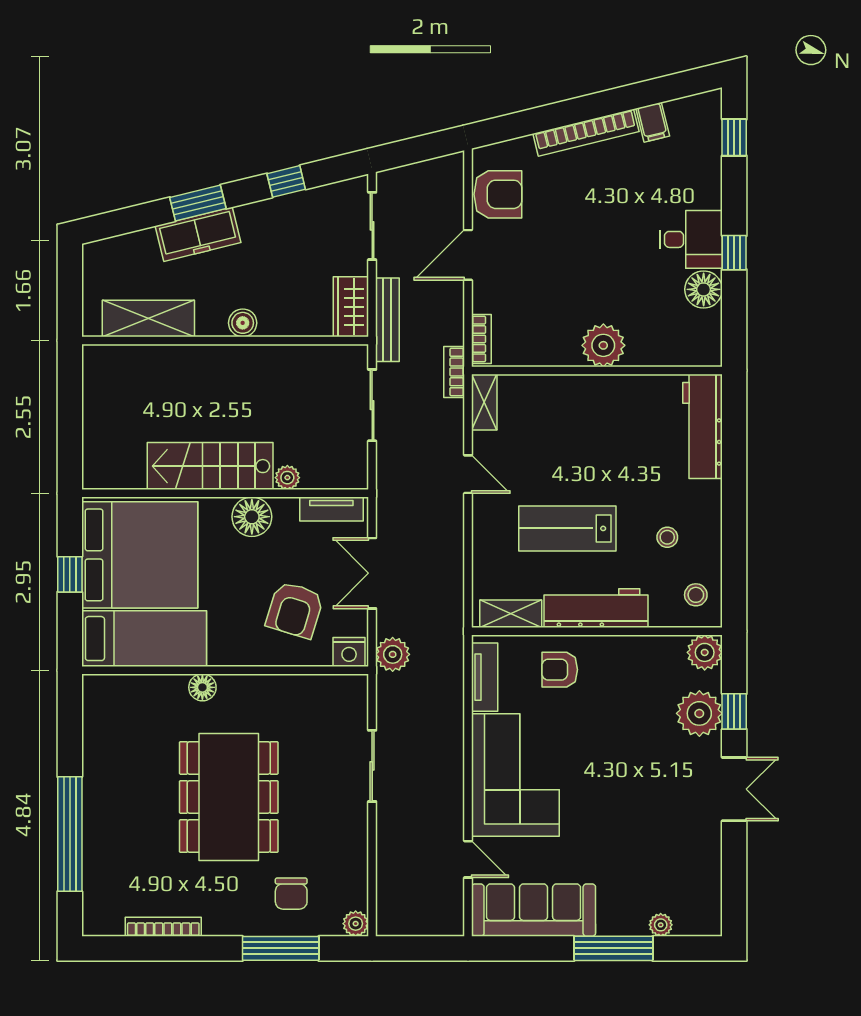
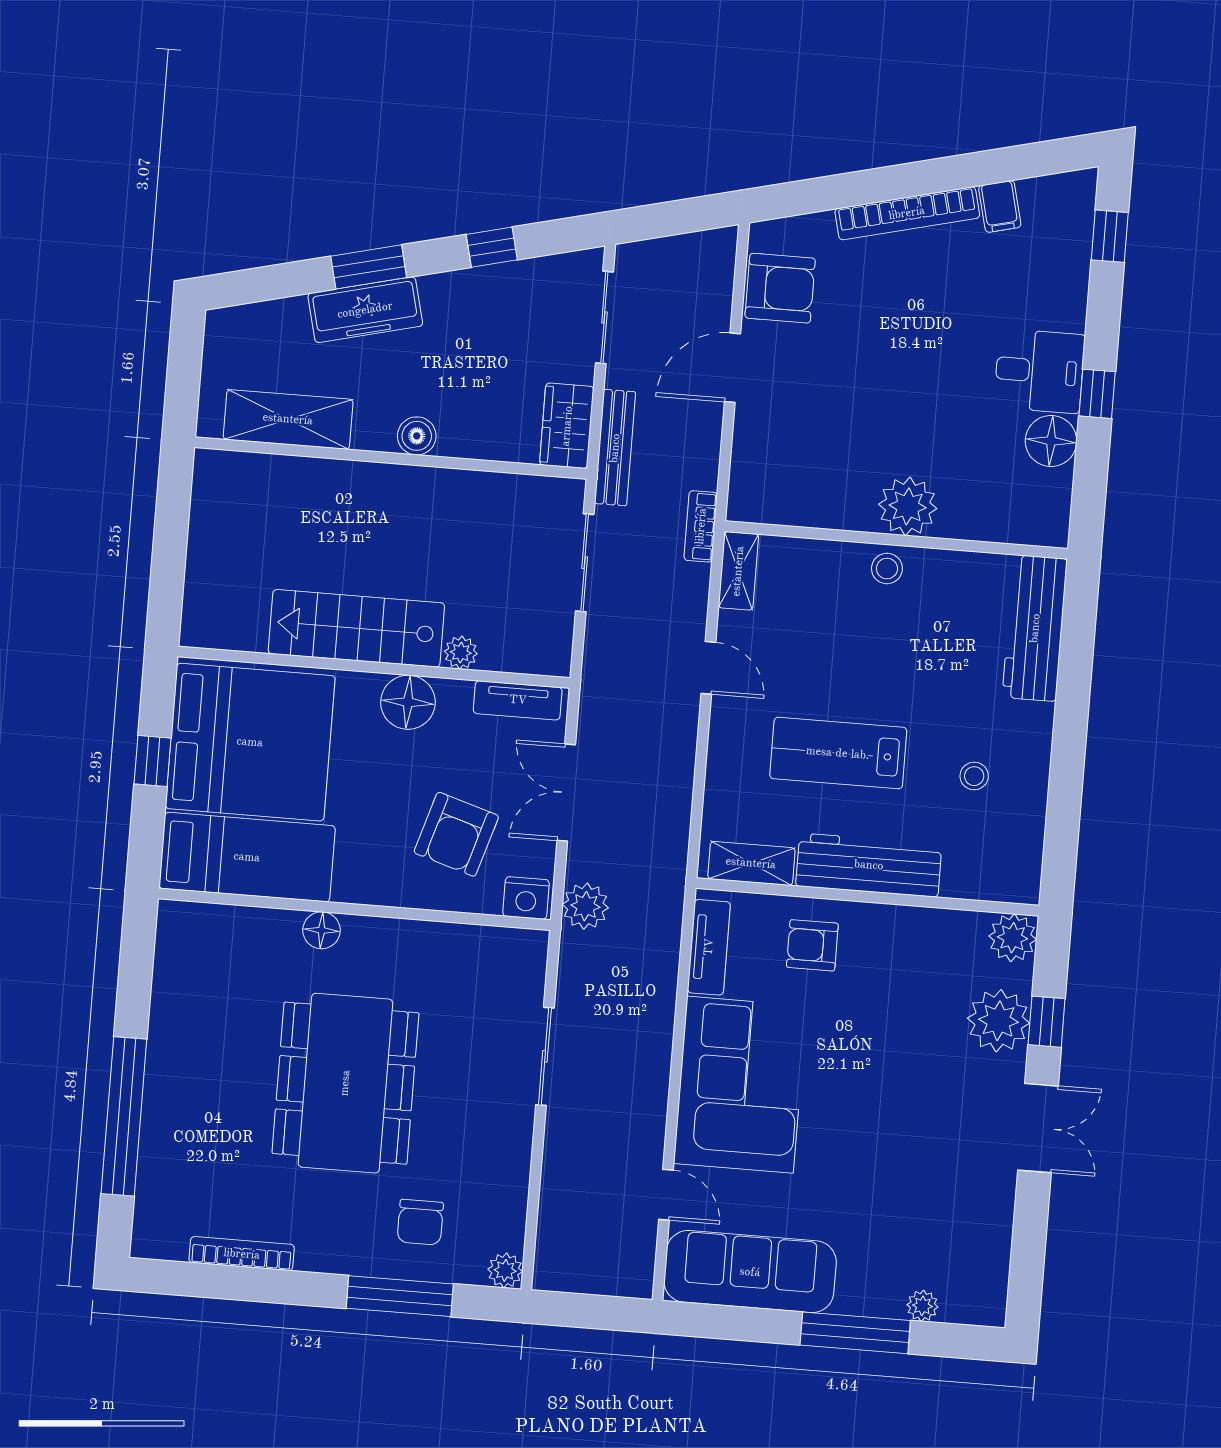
bookcase: (481, 339) -> (742, 484), removed
stool: (696, 595) -> (887, 569), moved

